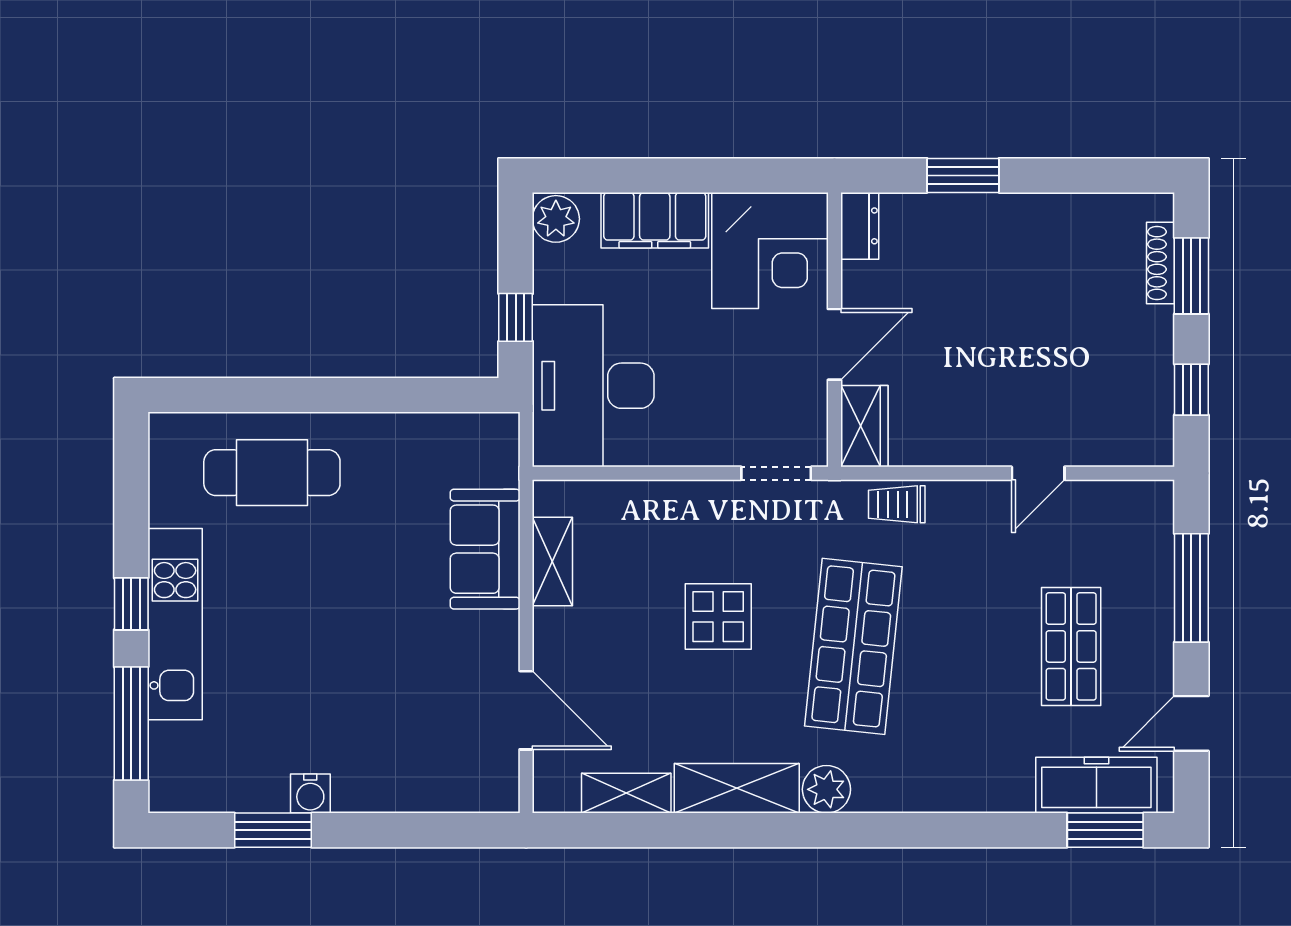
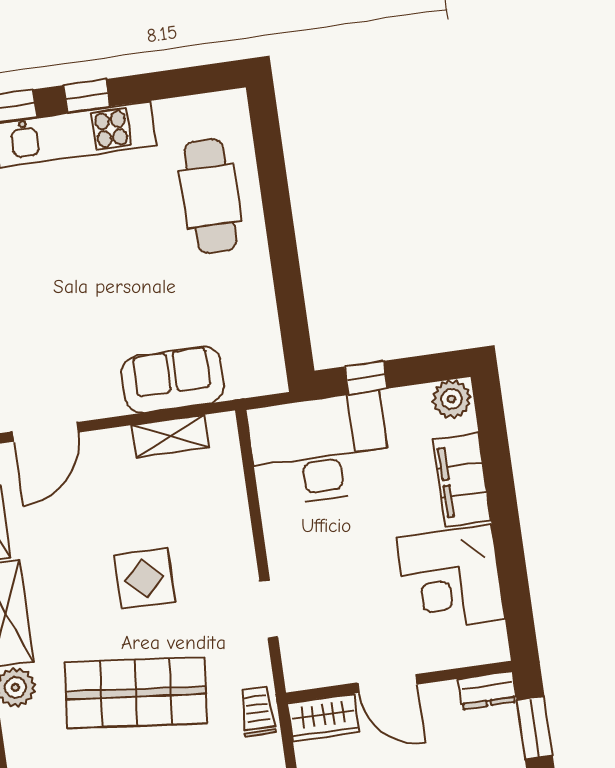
dresser: (860, 226) -> (487, 690), moved
wall: (834, 330) -> (399, 682), moved
door: (834, 344) -> (387, 684), moved
wardrobe: (864, 426) -> (324, 718), moved

